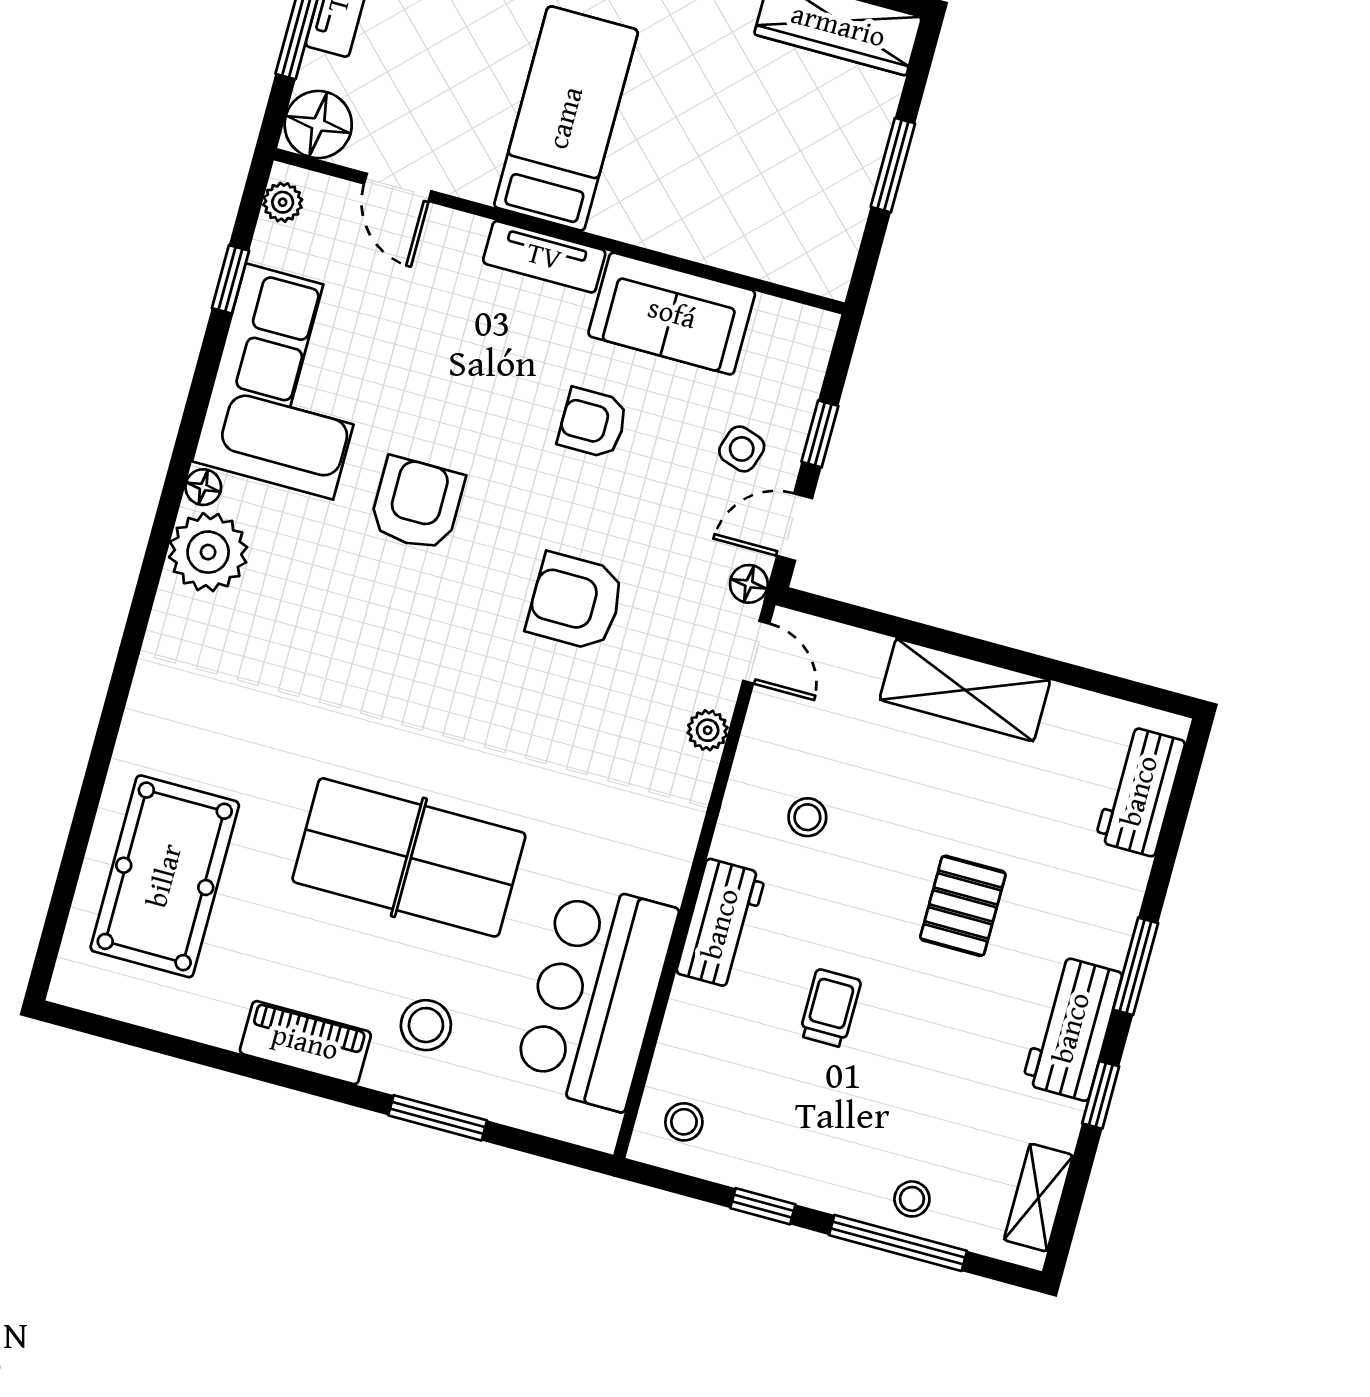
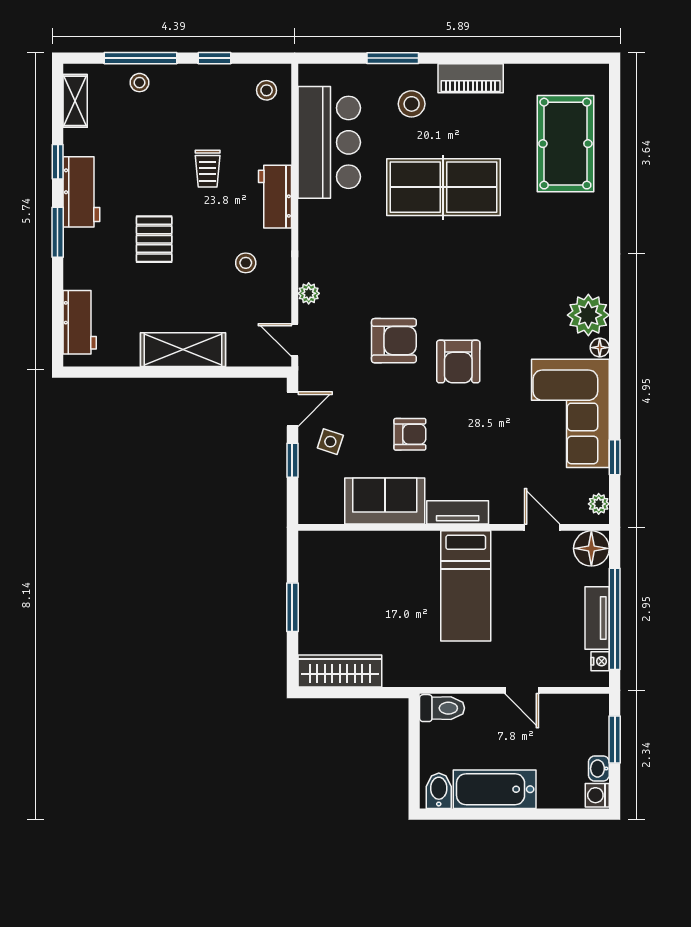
armchair: (417, 504) -> (458, 362), moved
floor lamp: (749, 584) -> (308, 374), removed

